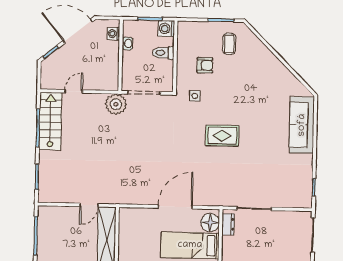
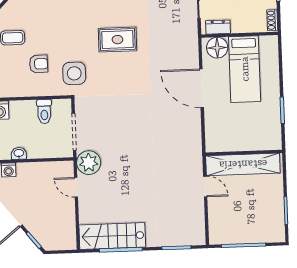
toilet: (163, 53) -> (44, 112), moved
armchair: (205, 65) -> (39, 64), turned 89
door: (74, 91) -> (76, 187), moved
side table: (195, 96) -> (74, 73), width x1.87, depth x1.87
rug: (222, 136) -> (117, 40), turned 90

